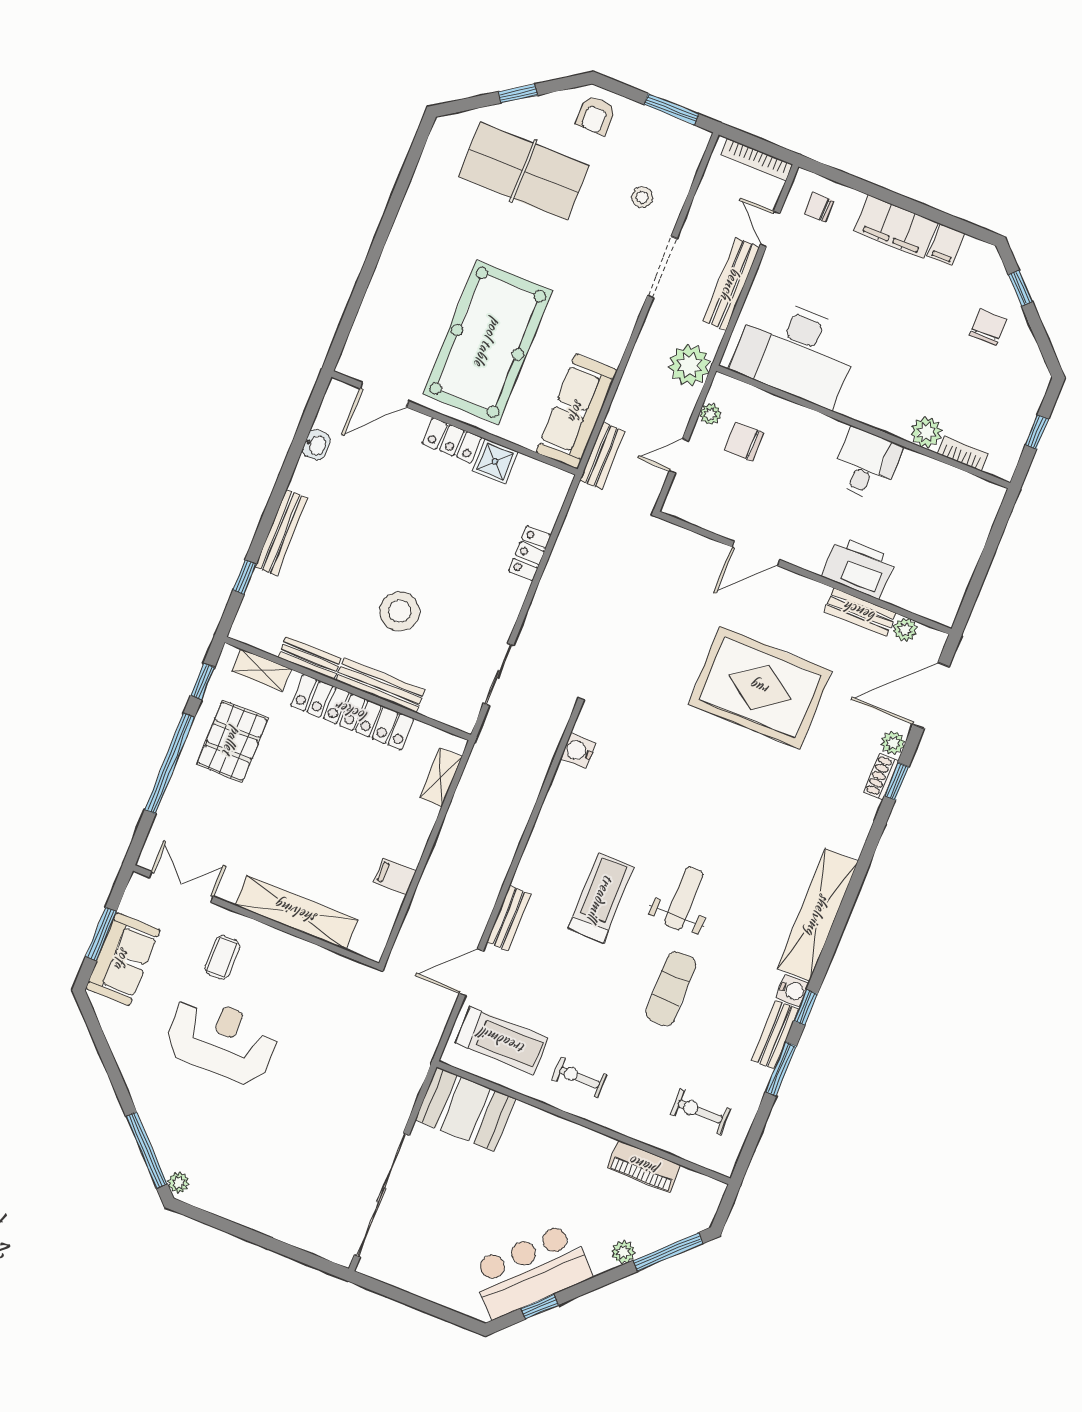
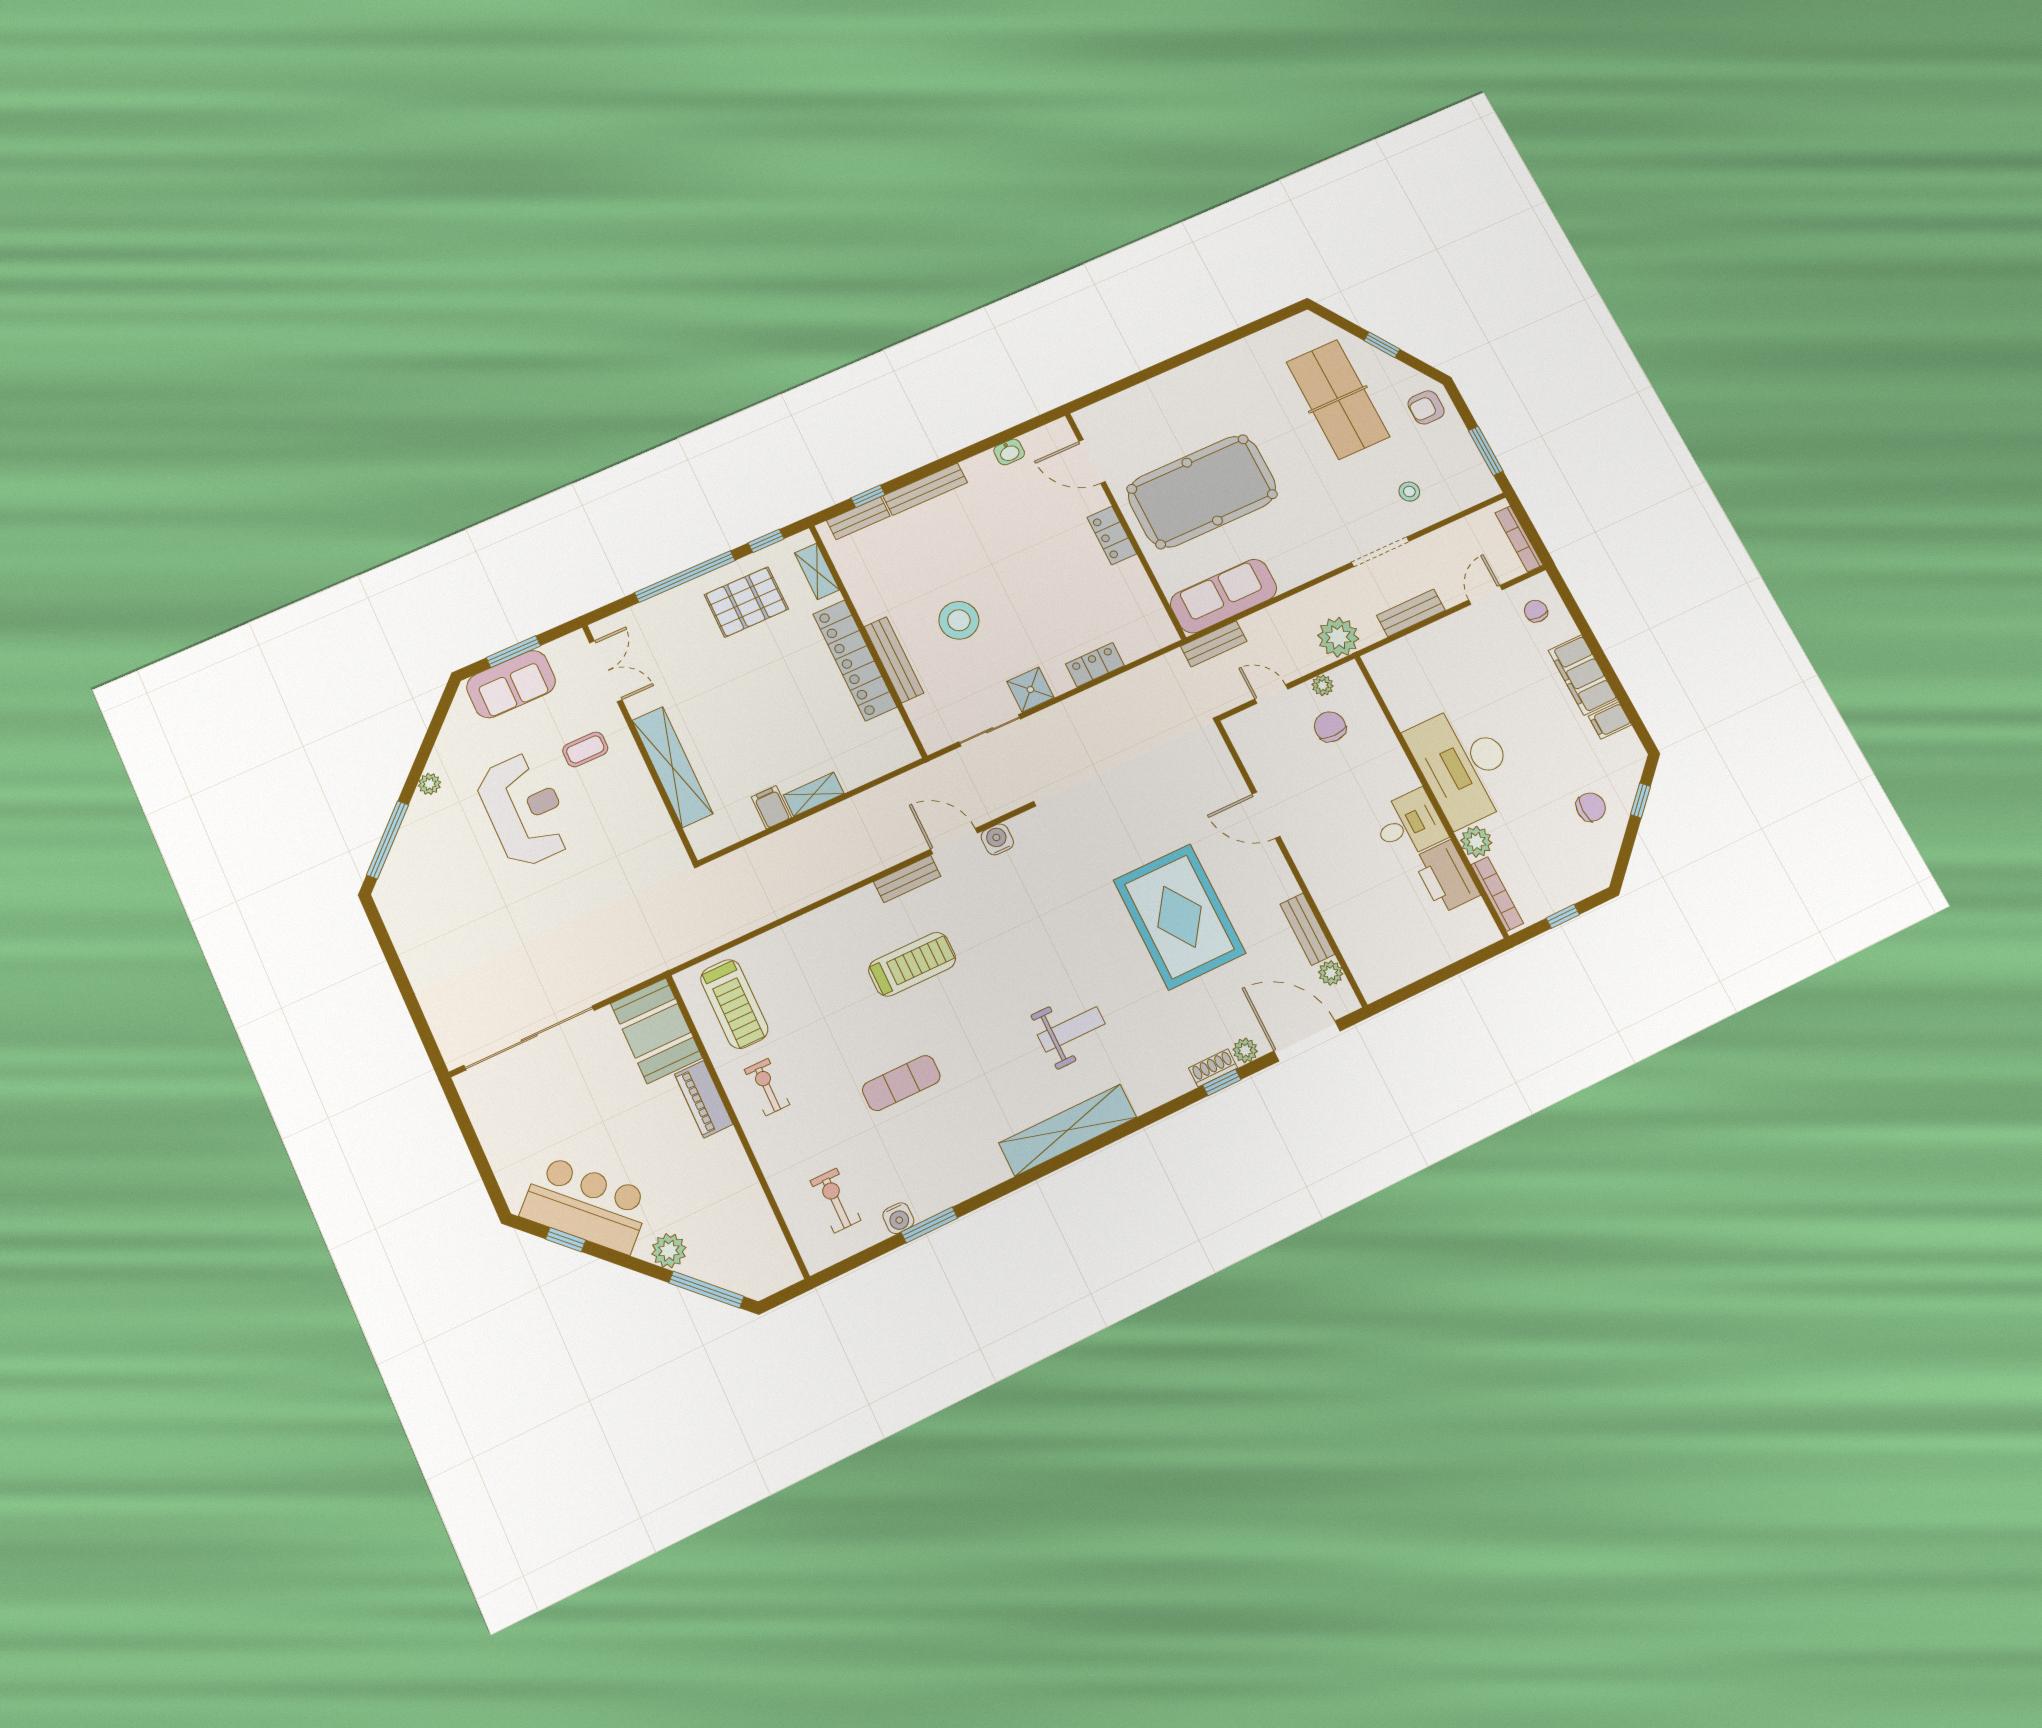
bench: (731, 284) -> (1411, 613), width x0.73
desk: (796, 352) -> (1464, 765), moved
bookcase: (963, 454) -> (1497, 894), width x1.56
shower: (495, 461) -> (1030, 690), moved
printer: (859, 568) -> (1446, 877), moved, turned 180
bench: (310, 658) -> (858, 518), moved, turned 90
shelving: (441, 777) -> (814, 794), moved
weight bench: (684, 898) -> (1071, 1029), moved
bench: (509, 918) -> (907, 879), moved
door: (471, 972) -> (954, 841), moved
water cooler: (793, 990) -> (898, 1218), moved
window: (806, 1007) -> (993, 1194), removed
bench: (775, 1035) -> (950, 1194), removed
piano: (644, 1166) -> (704, 1099), moved
plant: (179, 1183) -> (429, 784), moved
plant: (623, 1252) -> (669, 1251), width x1.38, depth x1.38

